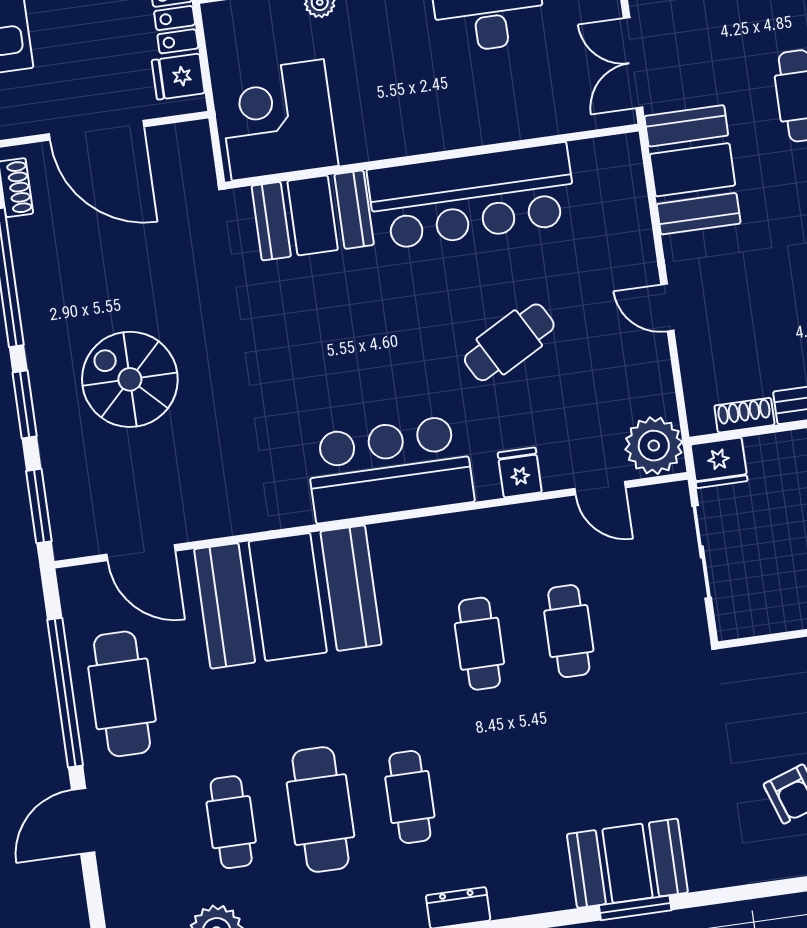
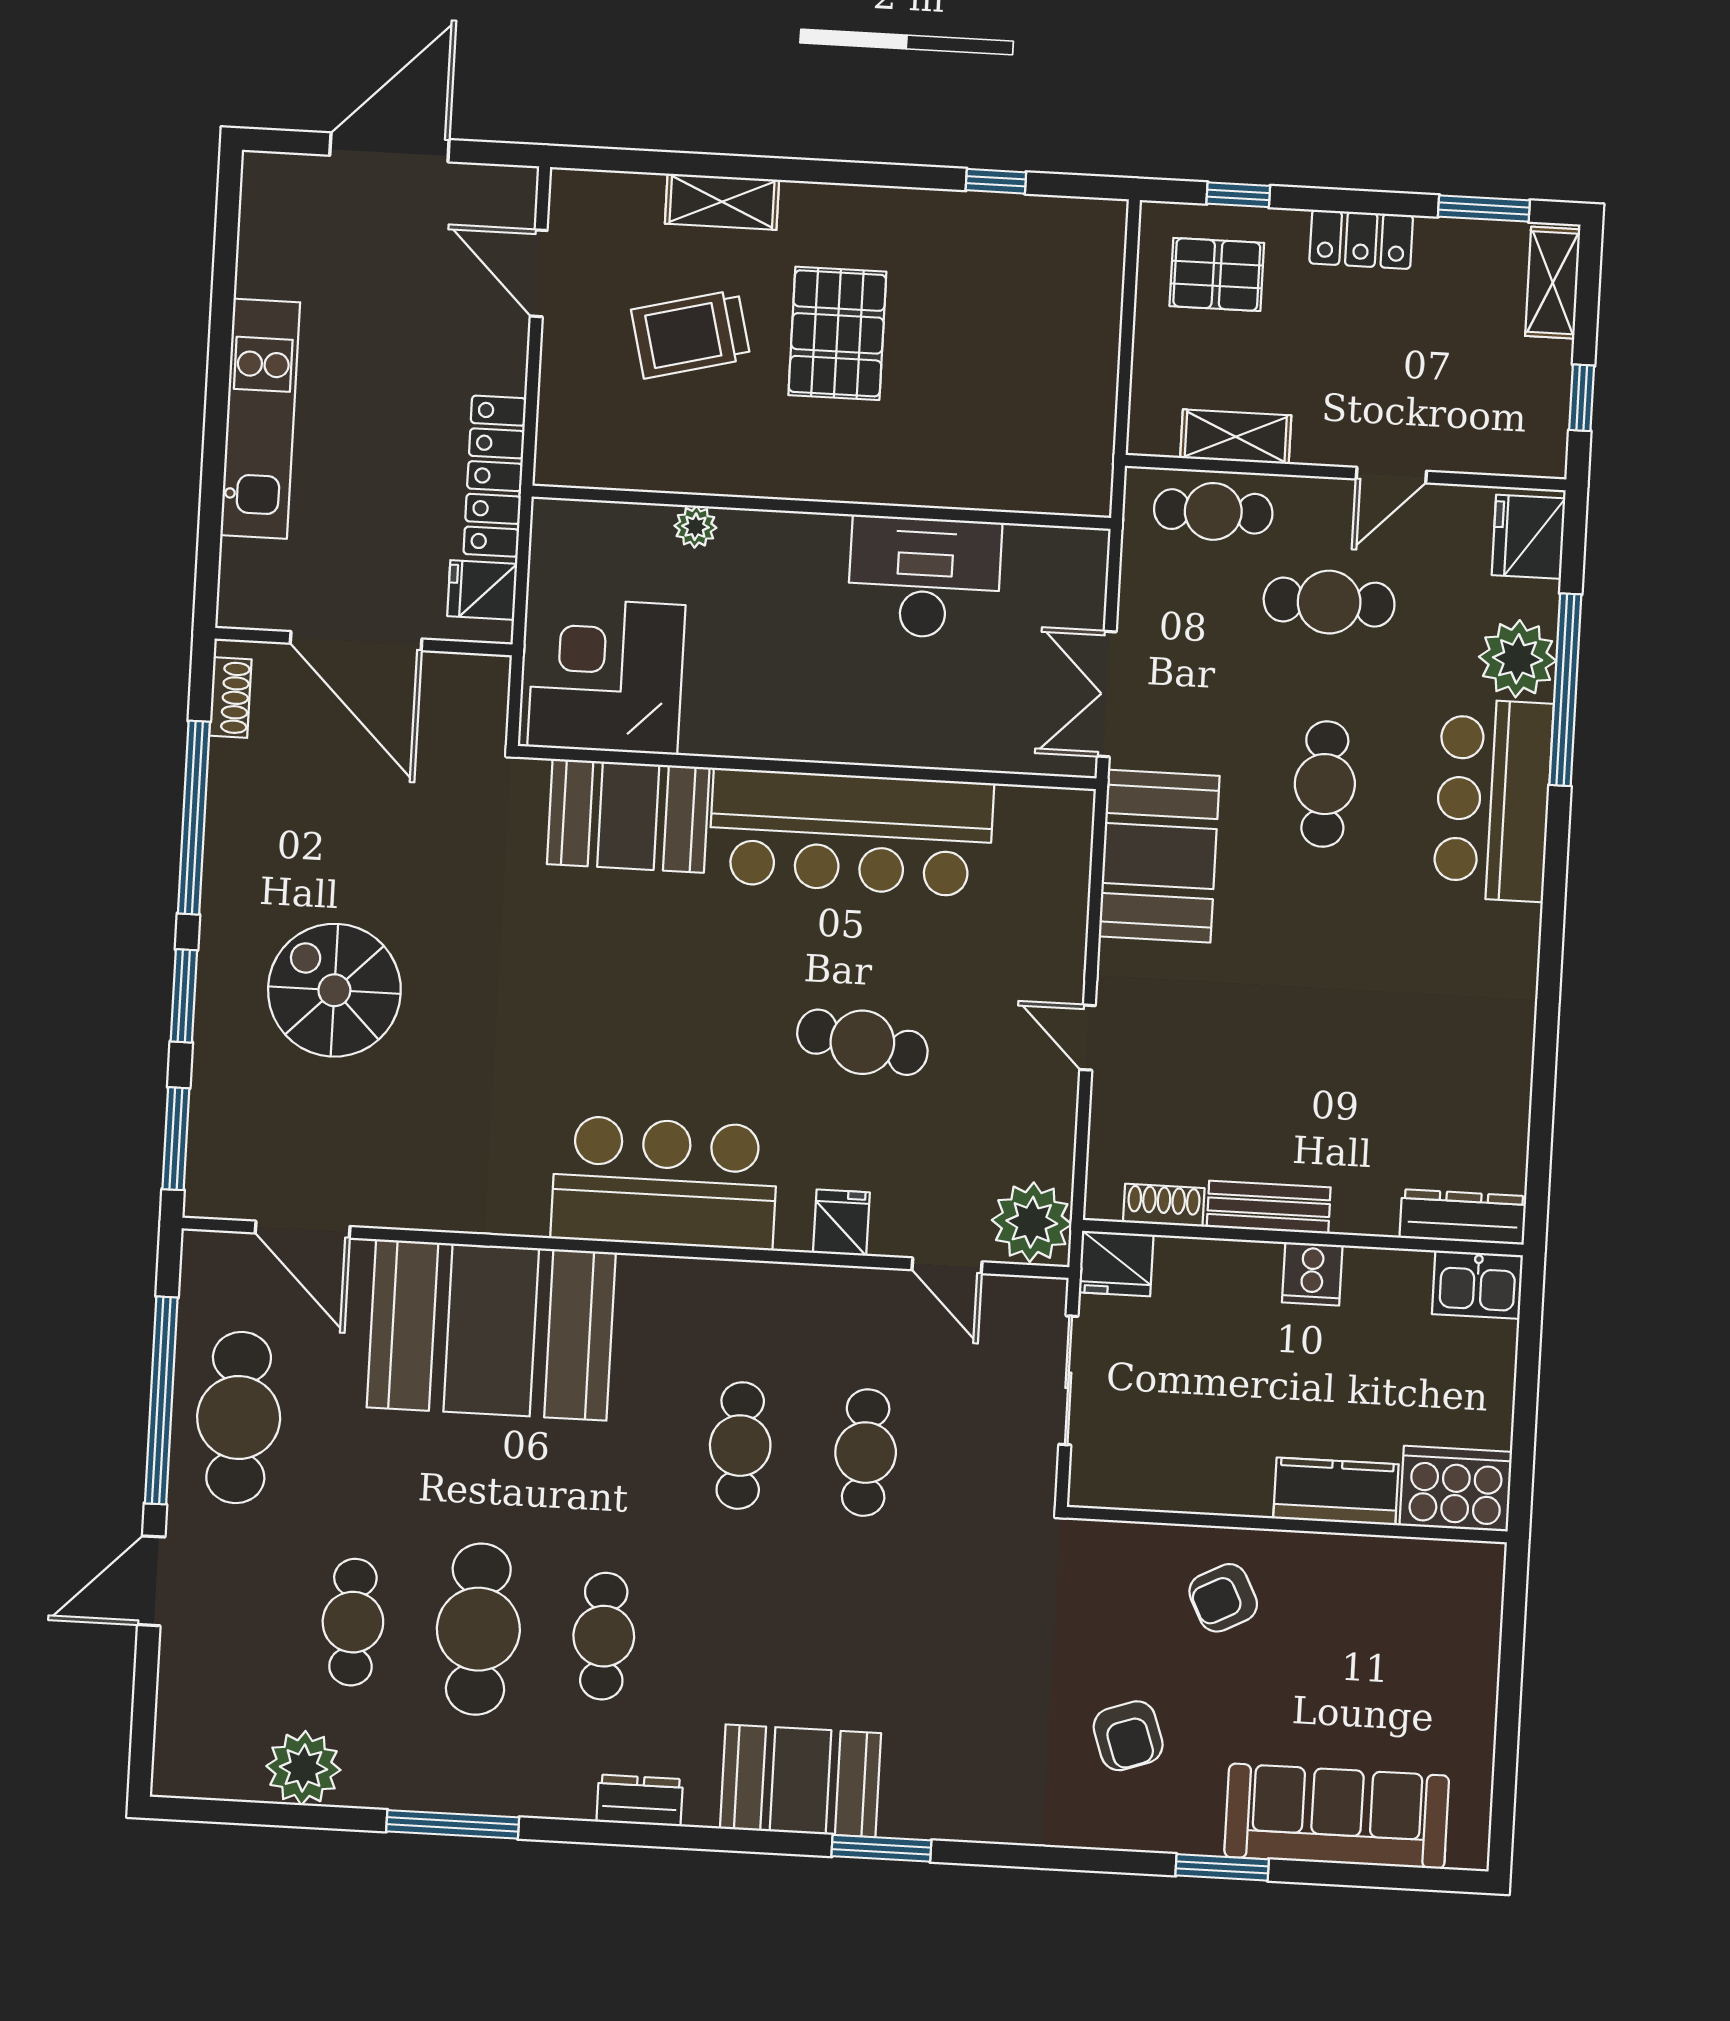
cafe table: (509, 342) -> (862, 1042), turned 39
booth: (627, 863) -> (800, 1781), moved

